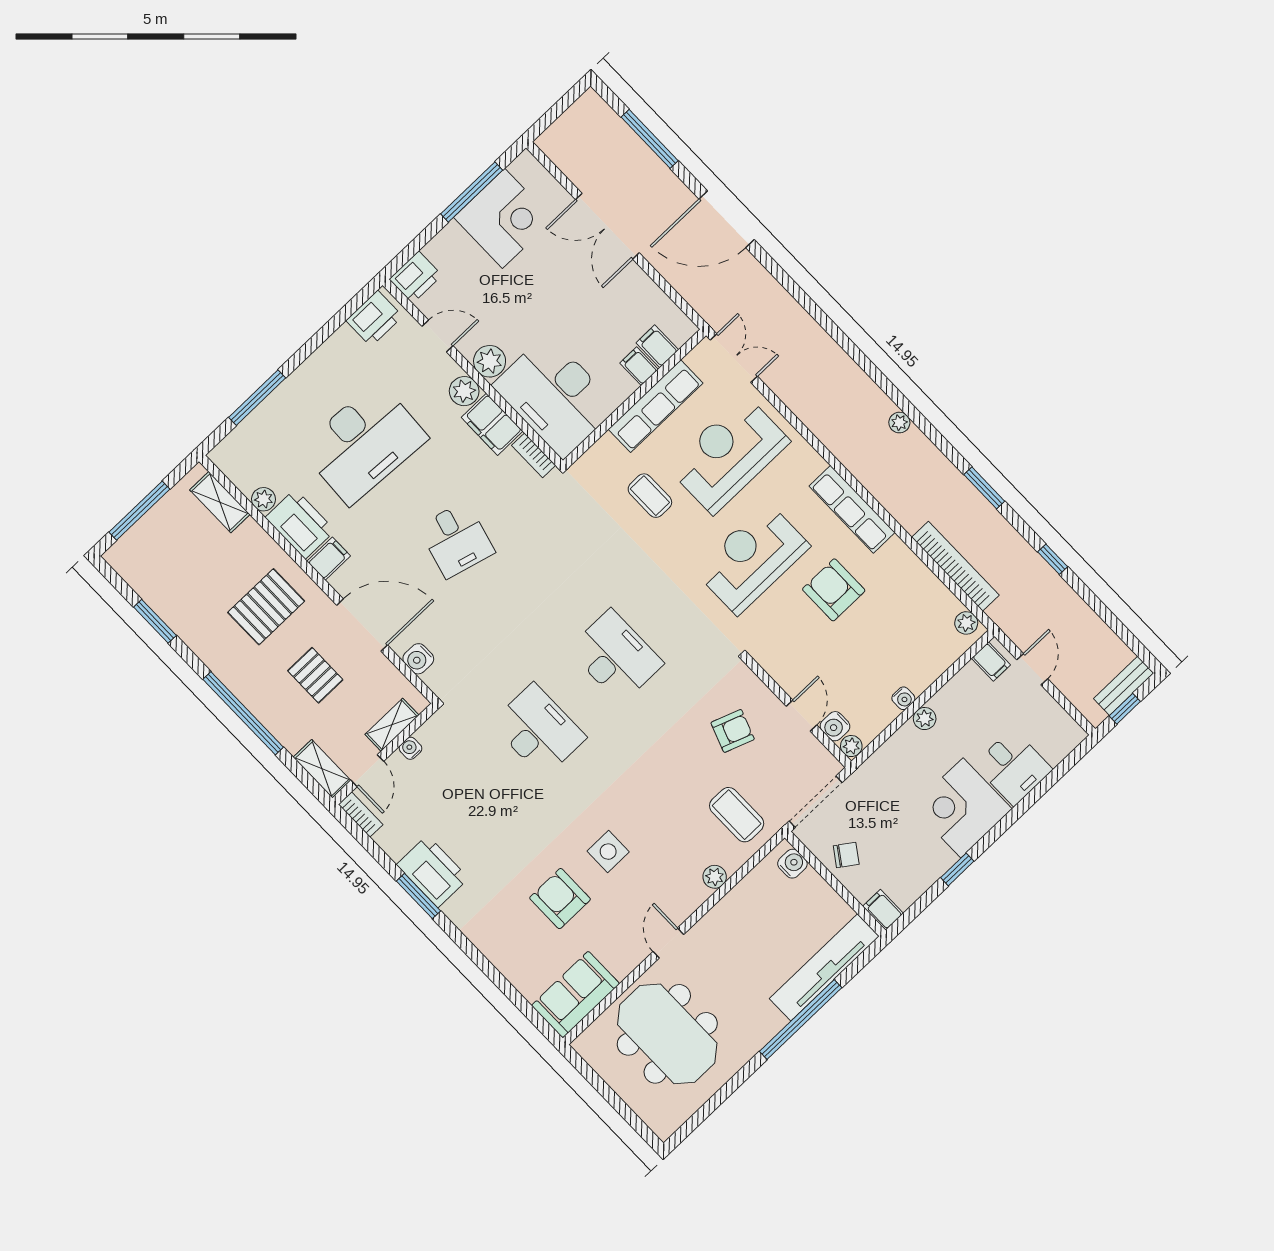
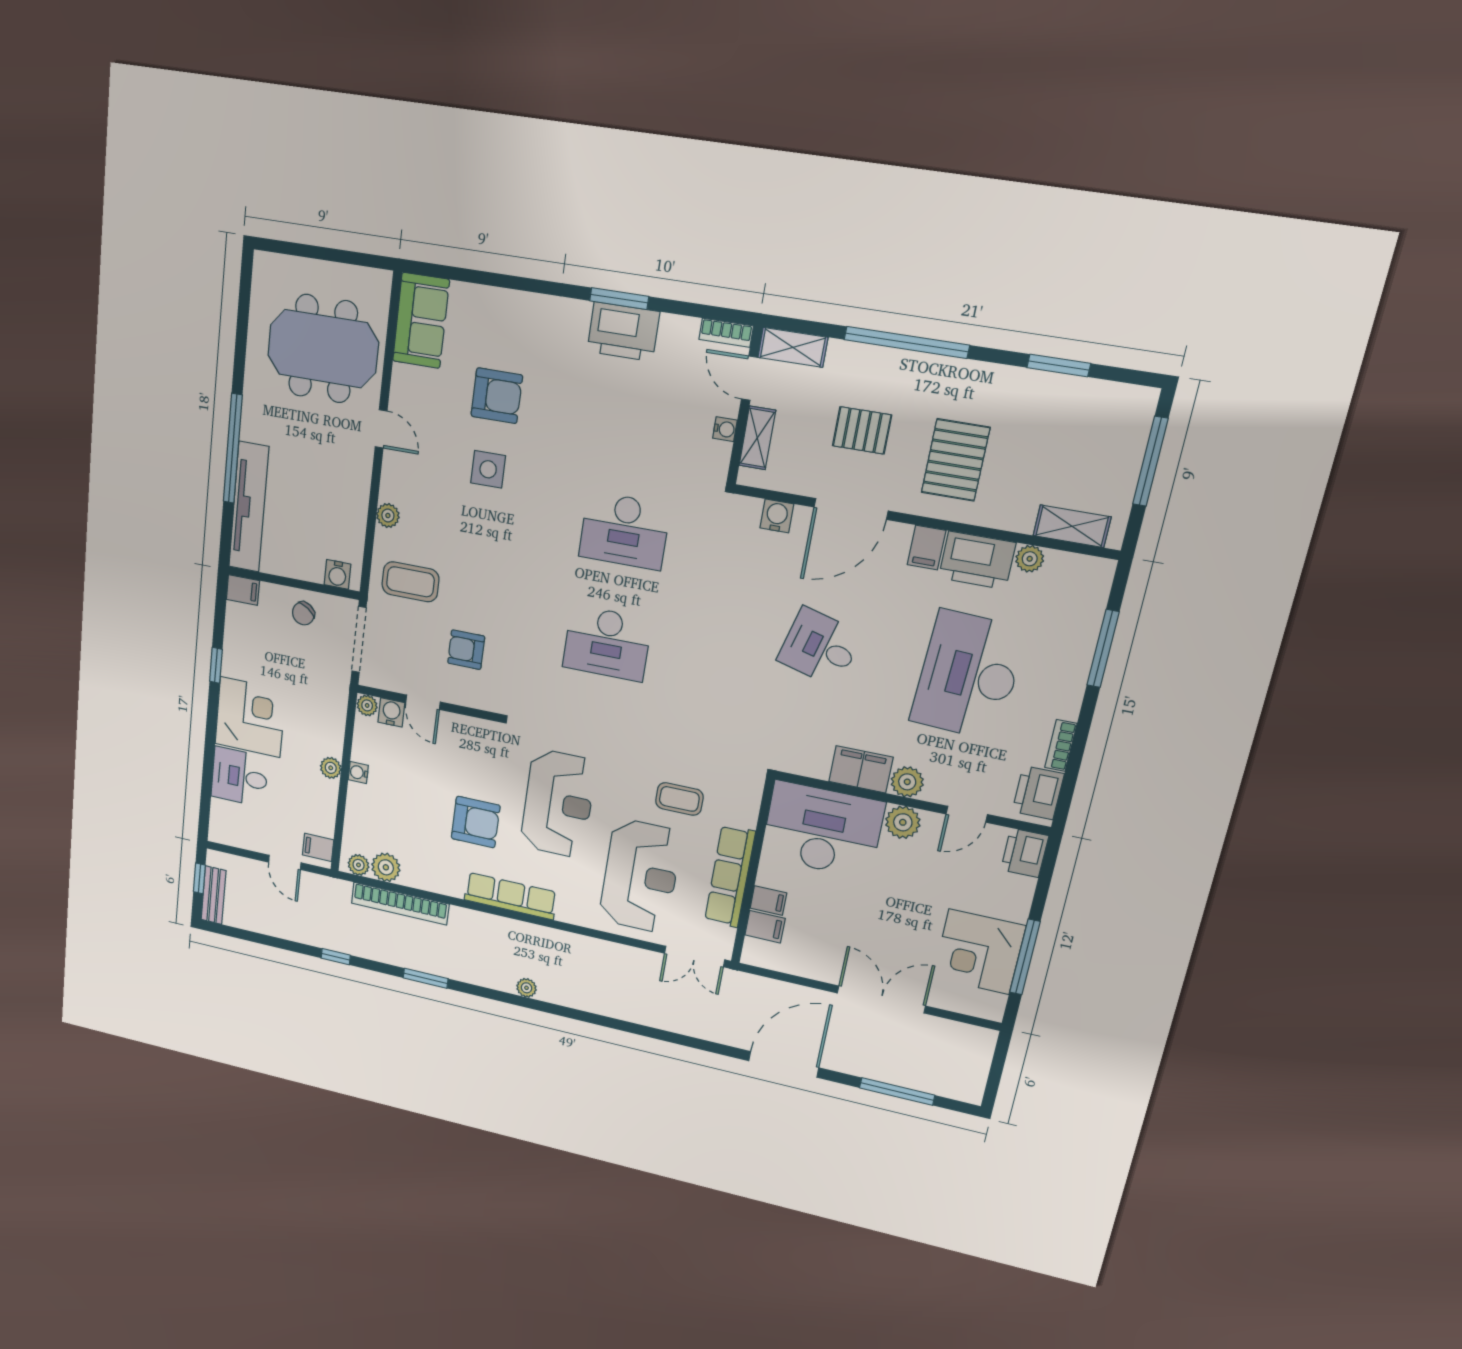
bookcase: (534, 455) -> (1061, 746), moved, turned -90
plant: (943, 605) -> (386, 867), added
armchair: (733, 731) -> (466, 650), turned 70

